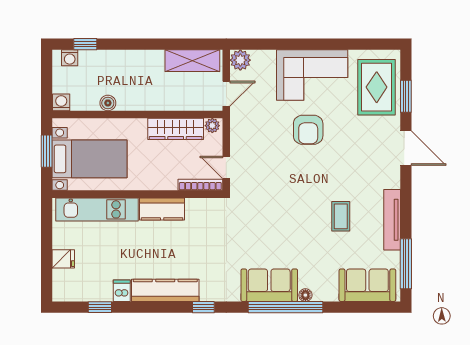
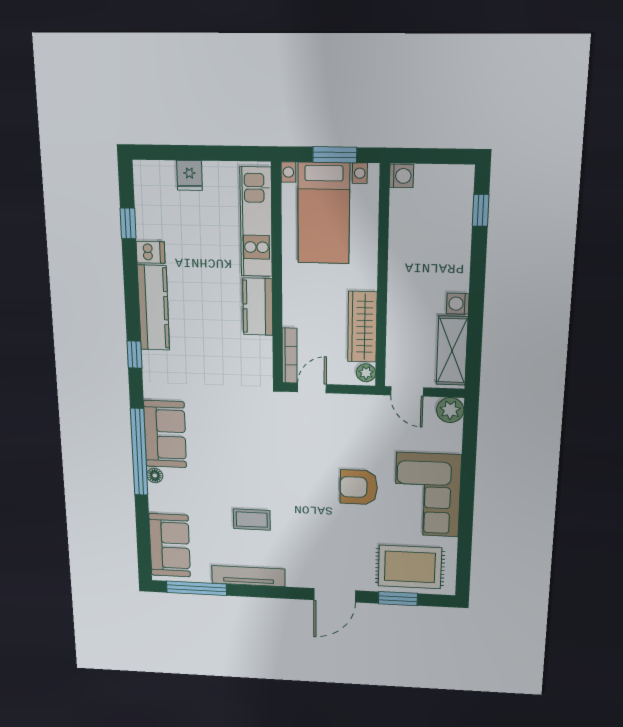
washing machine: (70, 58) -> (458, 304), moved
boiler: (108, 103) -> (399, 239), removed

